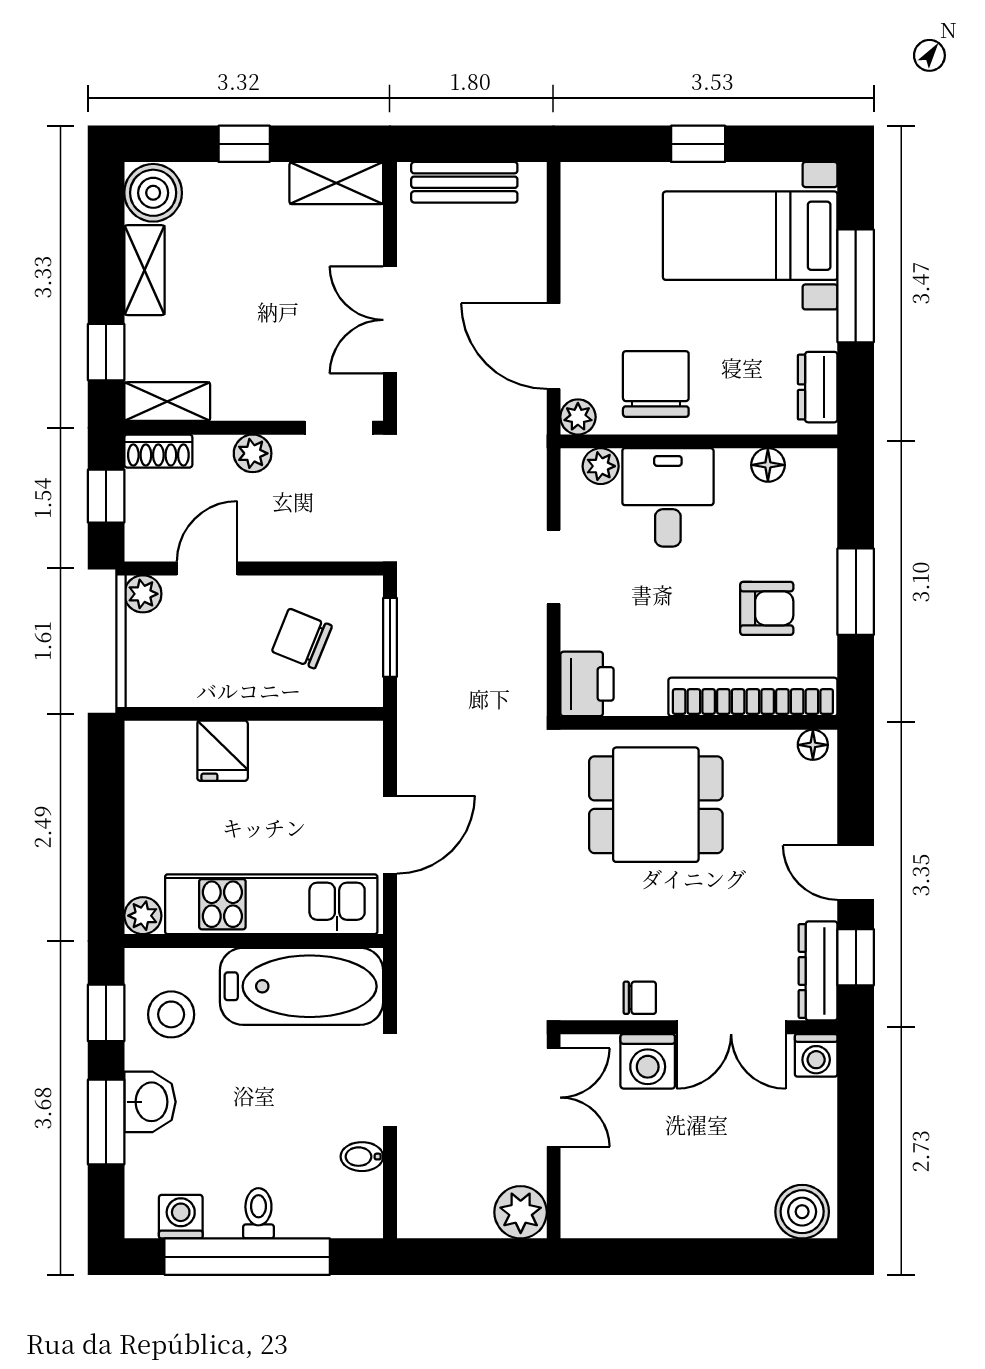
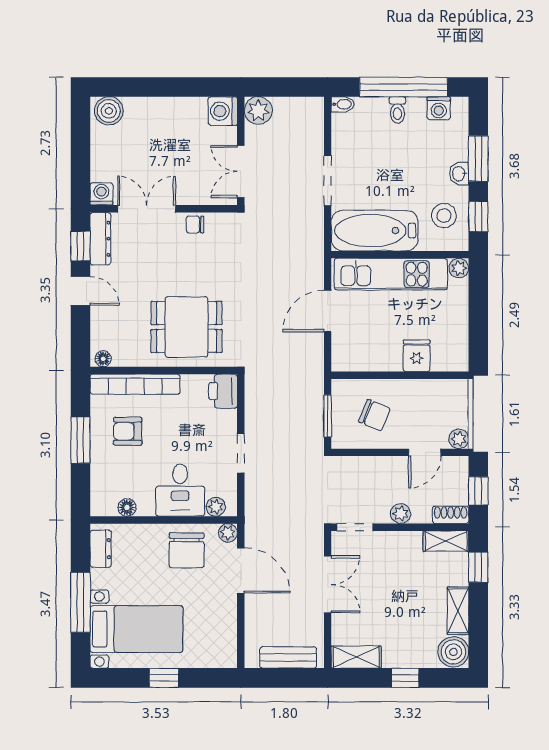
washing machine: (648, 1061) -> (223, 111), moved, turned -90
washbasin: (150, 1102) -> (459, 174), width x0.72, depth x0.69
bidet: (362, 1157) -> (343, 104), moved

